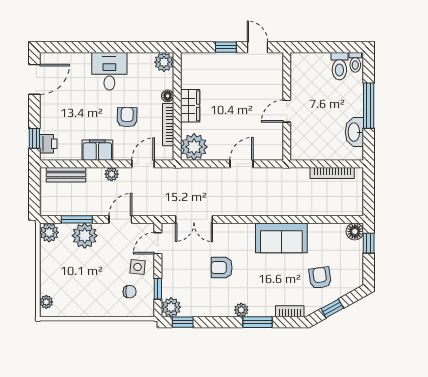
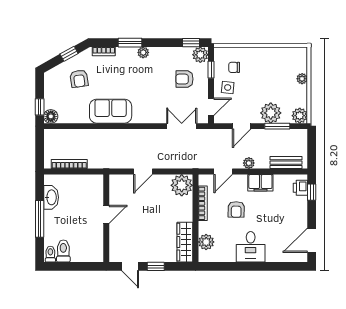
plant: (164, 62) -> (206, 242), moved
floor lamp: (168, 96) -> (203, 227), removed
wardrobe: (190, 106) -> (185, 242), moved, width x1.50
armchair: (222, 268) -> (184, 79), moved, turned 180
plant: (46, 302) -> (302, 79), moved

